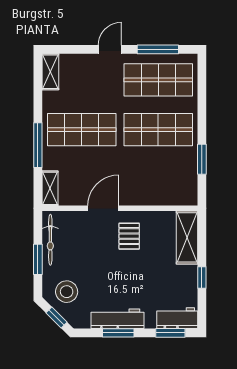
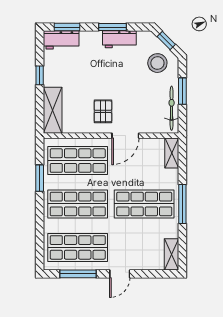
window: (38, 145) -> (182, 204), moved
shop shelf: (158, 180) -> (78, 161), added
workbench: (117, 319) -> (119, 39), width x0.73

